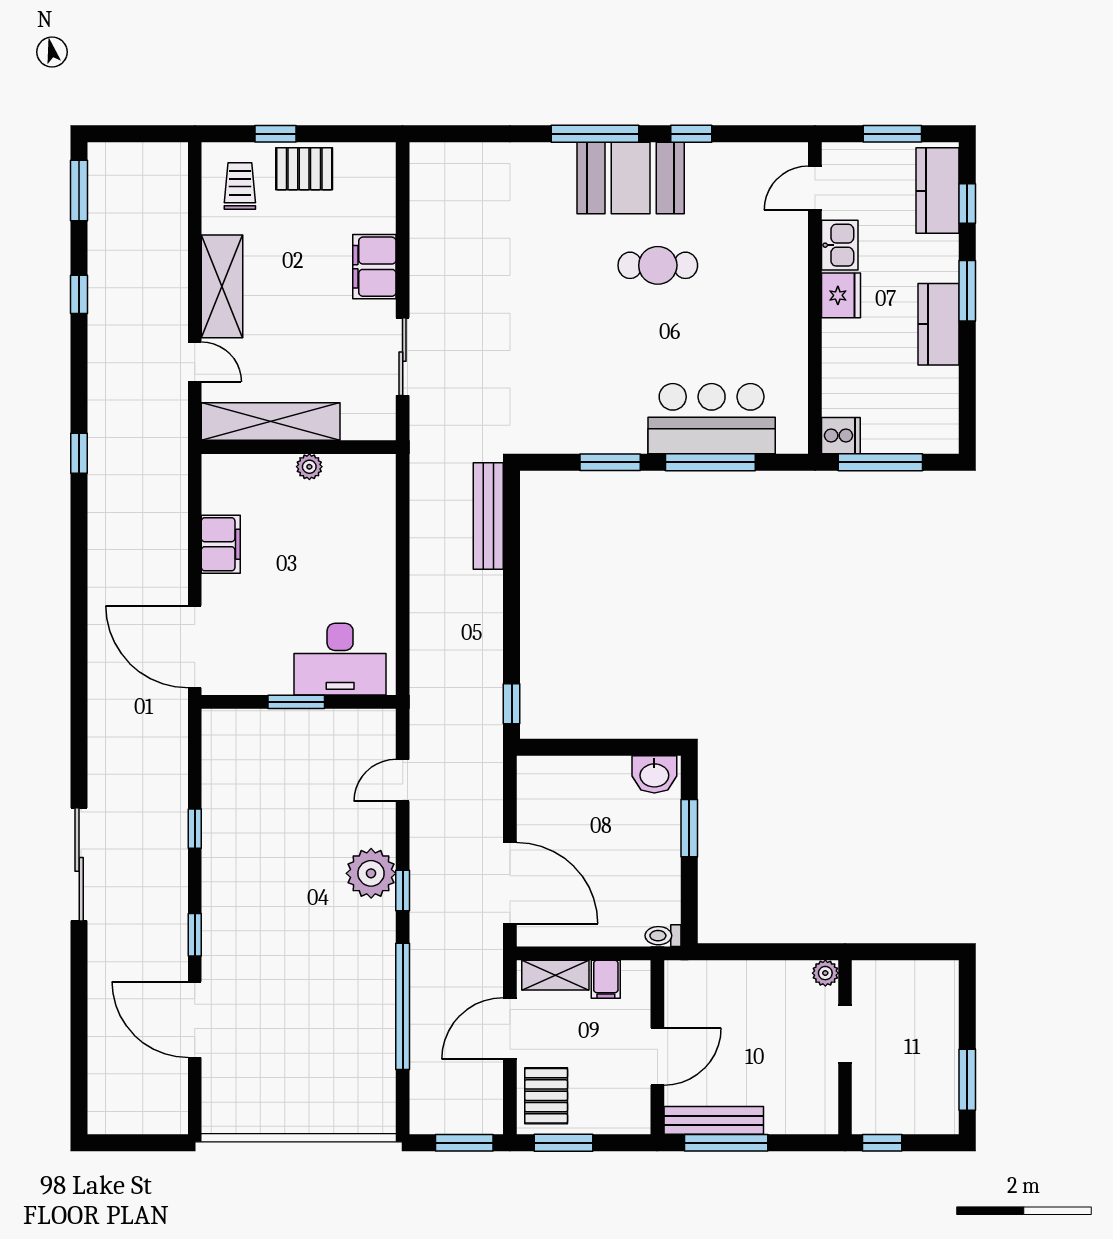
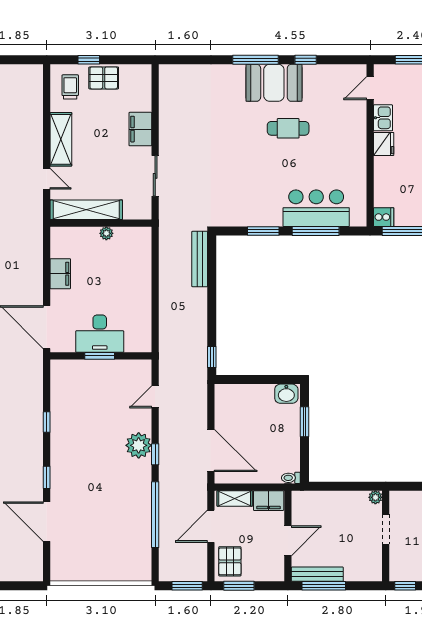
desk: (340, 659) -> (100, 334), moved
filing cabinet: (606, 979) -> (269, 501), width x2.00

